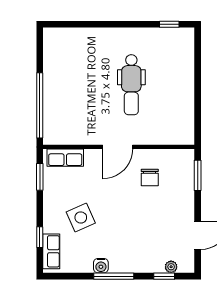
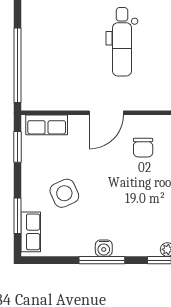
window: (40, 237) -> (18, 216), width x1.50
water cooler: (101, 266) -> (104, 248), moved

